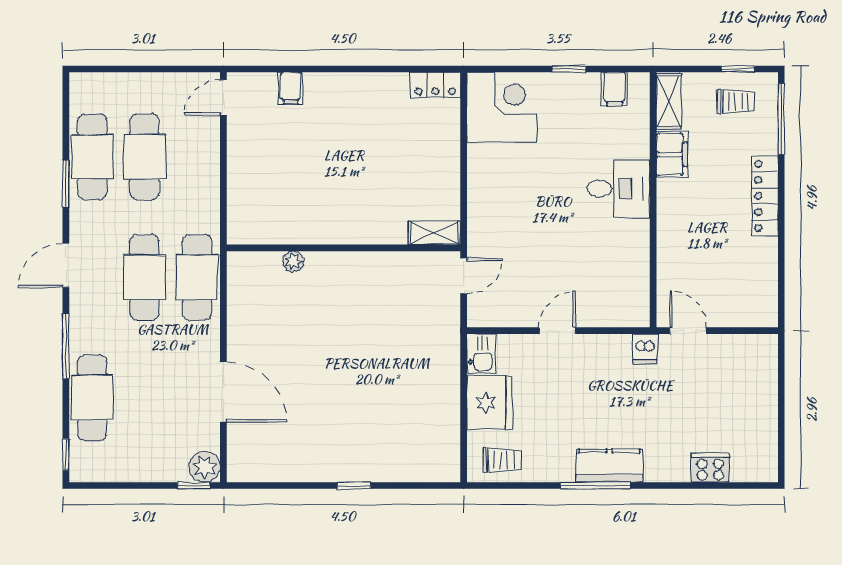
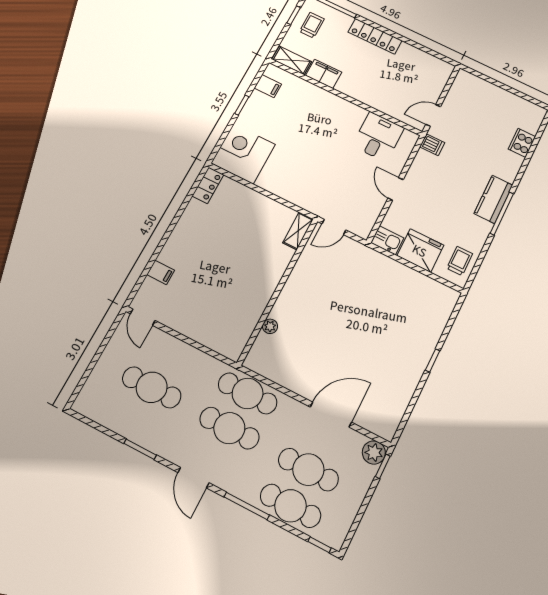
cafe table: (92, 157) -> (308, 470), moved
desk: (619, 189) -> (378, 137), moved
door: (464, 276) -> (334, 227), swing flipped

